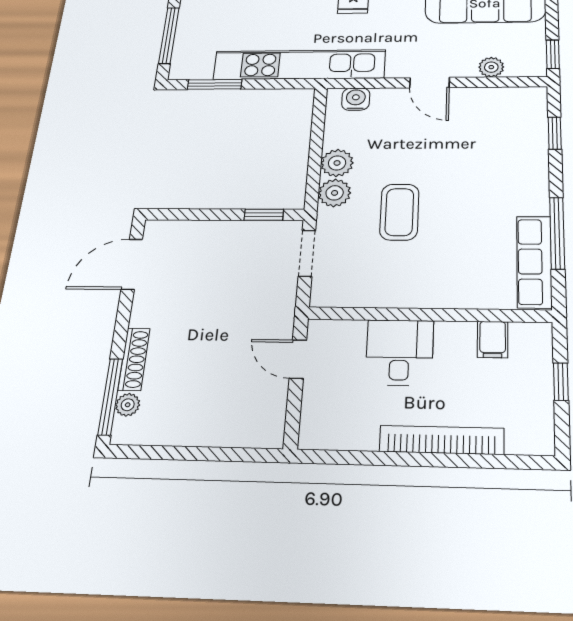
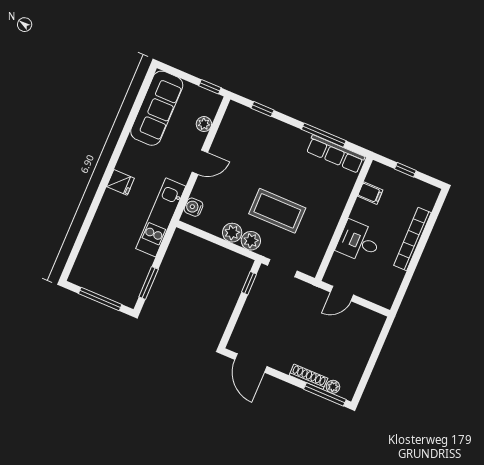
kitchen unit: (299, 65) -> (161, 217), width x0.73
coffee table: (399, 212) -> (277, 211), width x1.36, depth x1.32

